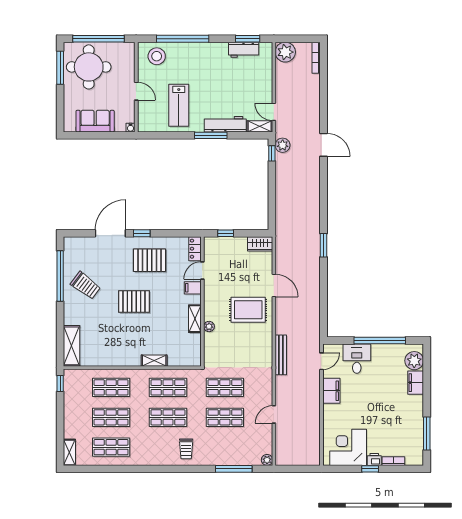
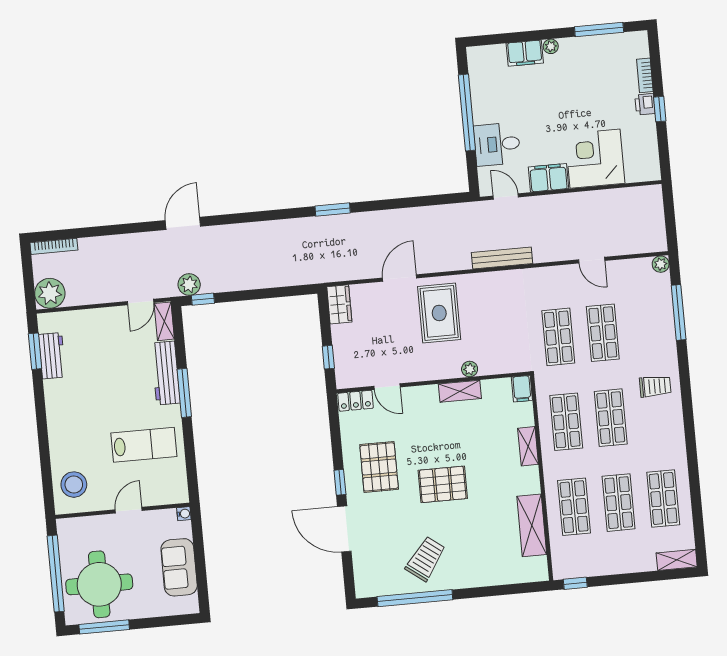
window: (183, 39) -> (44, 448), removed
filing cabinet: (193, 288) -> (522, 389), moved
pallet: (134, 302) -> (443, 484), turned 90
shelving: (72, 346) -> (532, 525), moved, turned 90
plant: (414, 361) -> (551, 46), moved, width x0.53, depth x0.53
corner desk: (348, 447) -> (595, 159), moved, turned 90

